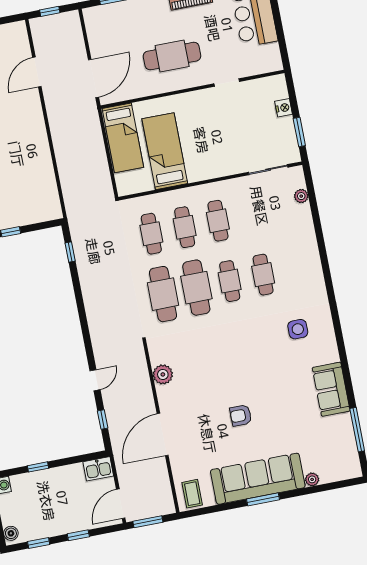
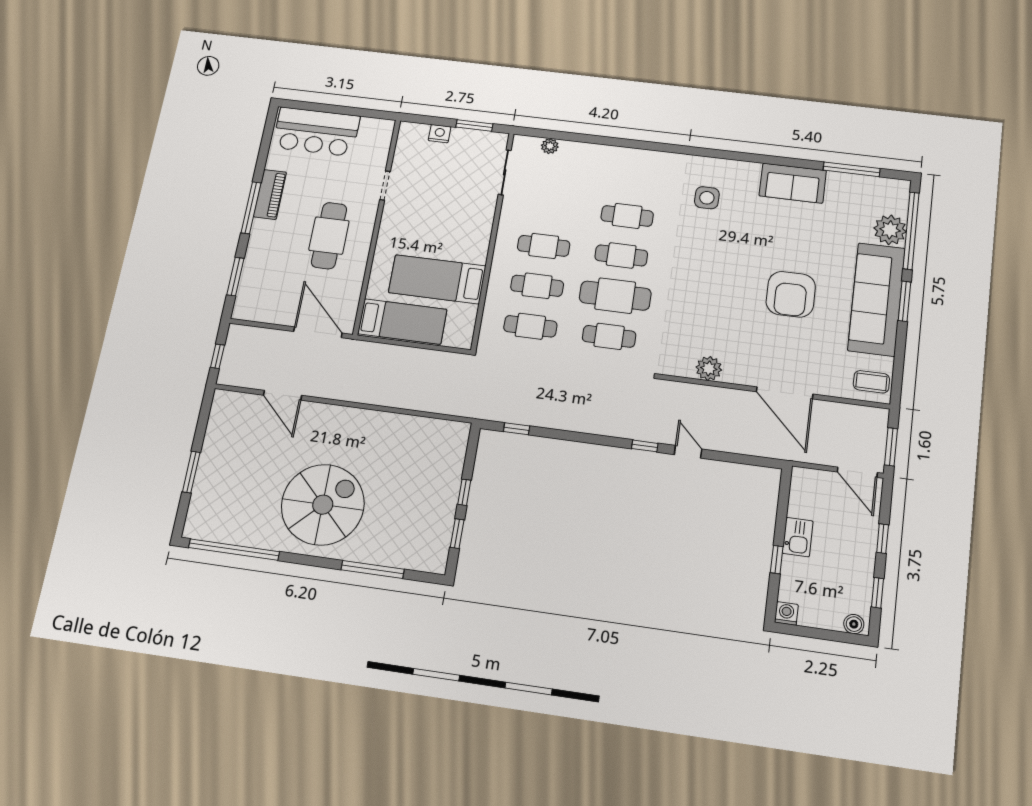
cafe table: (163, 294) -> (609, 336), width x0.73, depth x0.74
armchair: (241, 415) -> (791, 294), width x1.88, depth x1.88
window: (103, 419) -> (645, 446), moved
kitchen sink: (98, 469) -> (798, 537), moved
plant: (312, 479) -> (890, 230), width x1.87, depth x1.87
window: (321, 488) -> (911, 231), added

